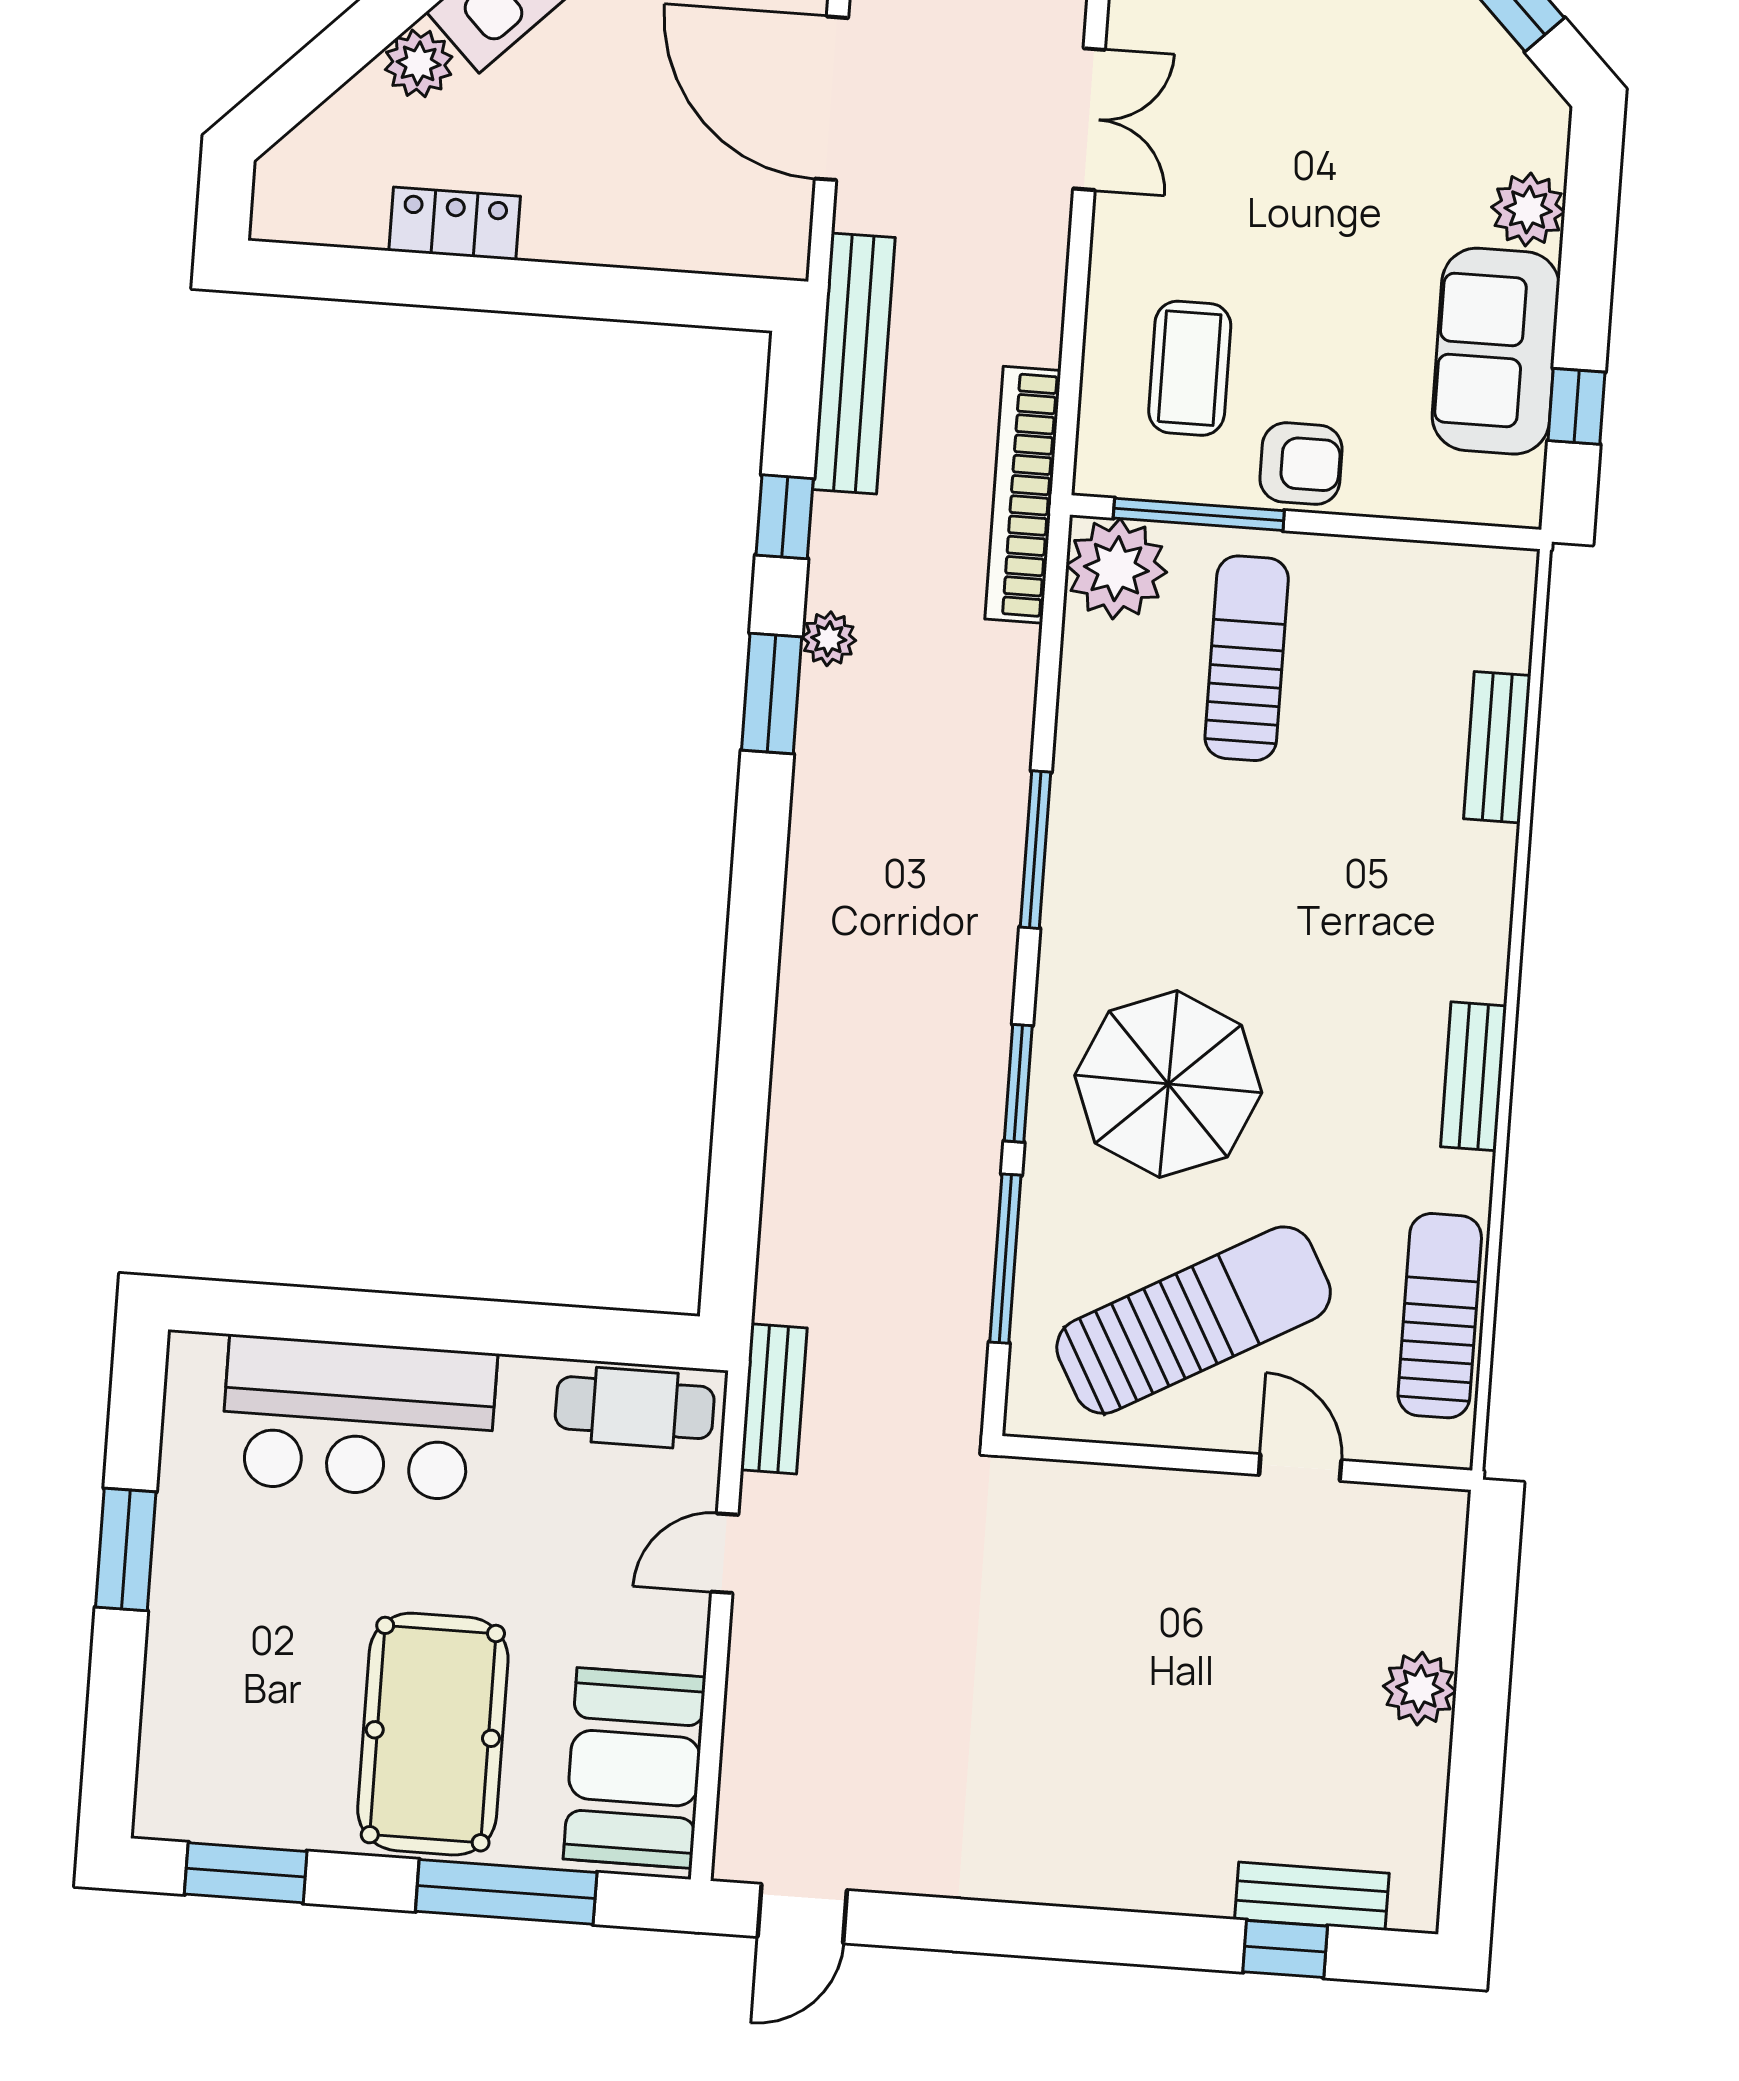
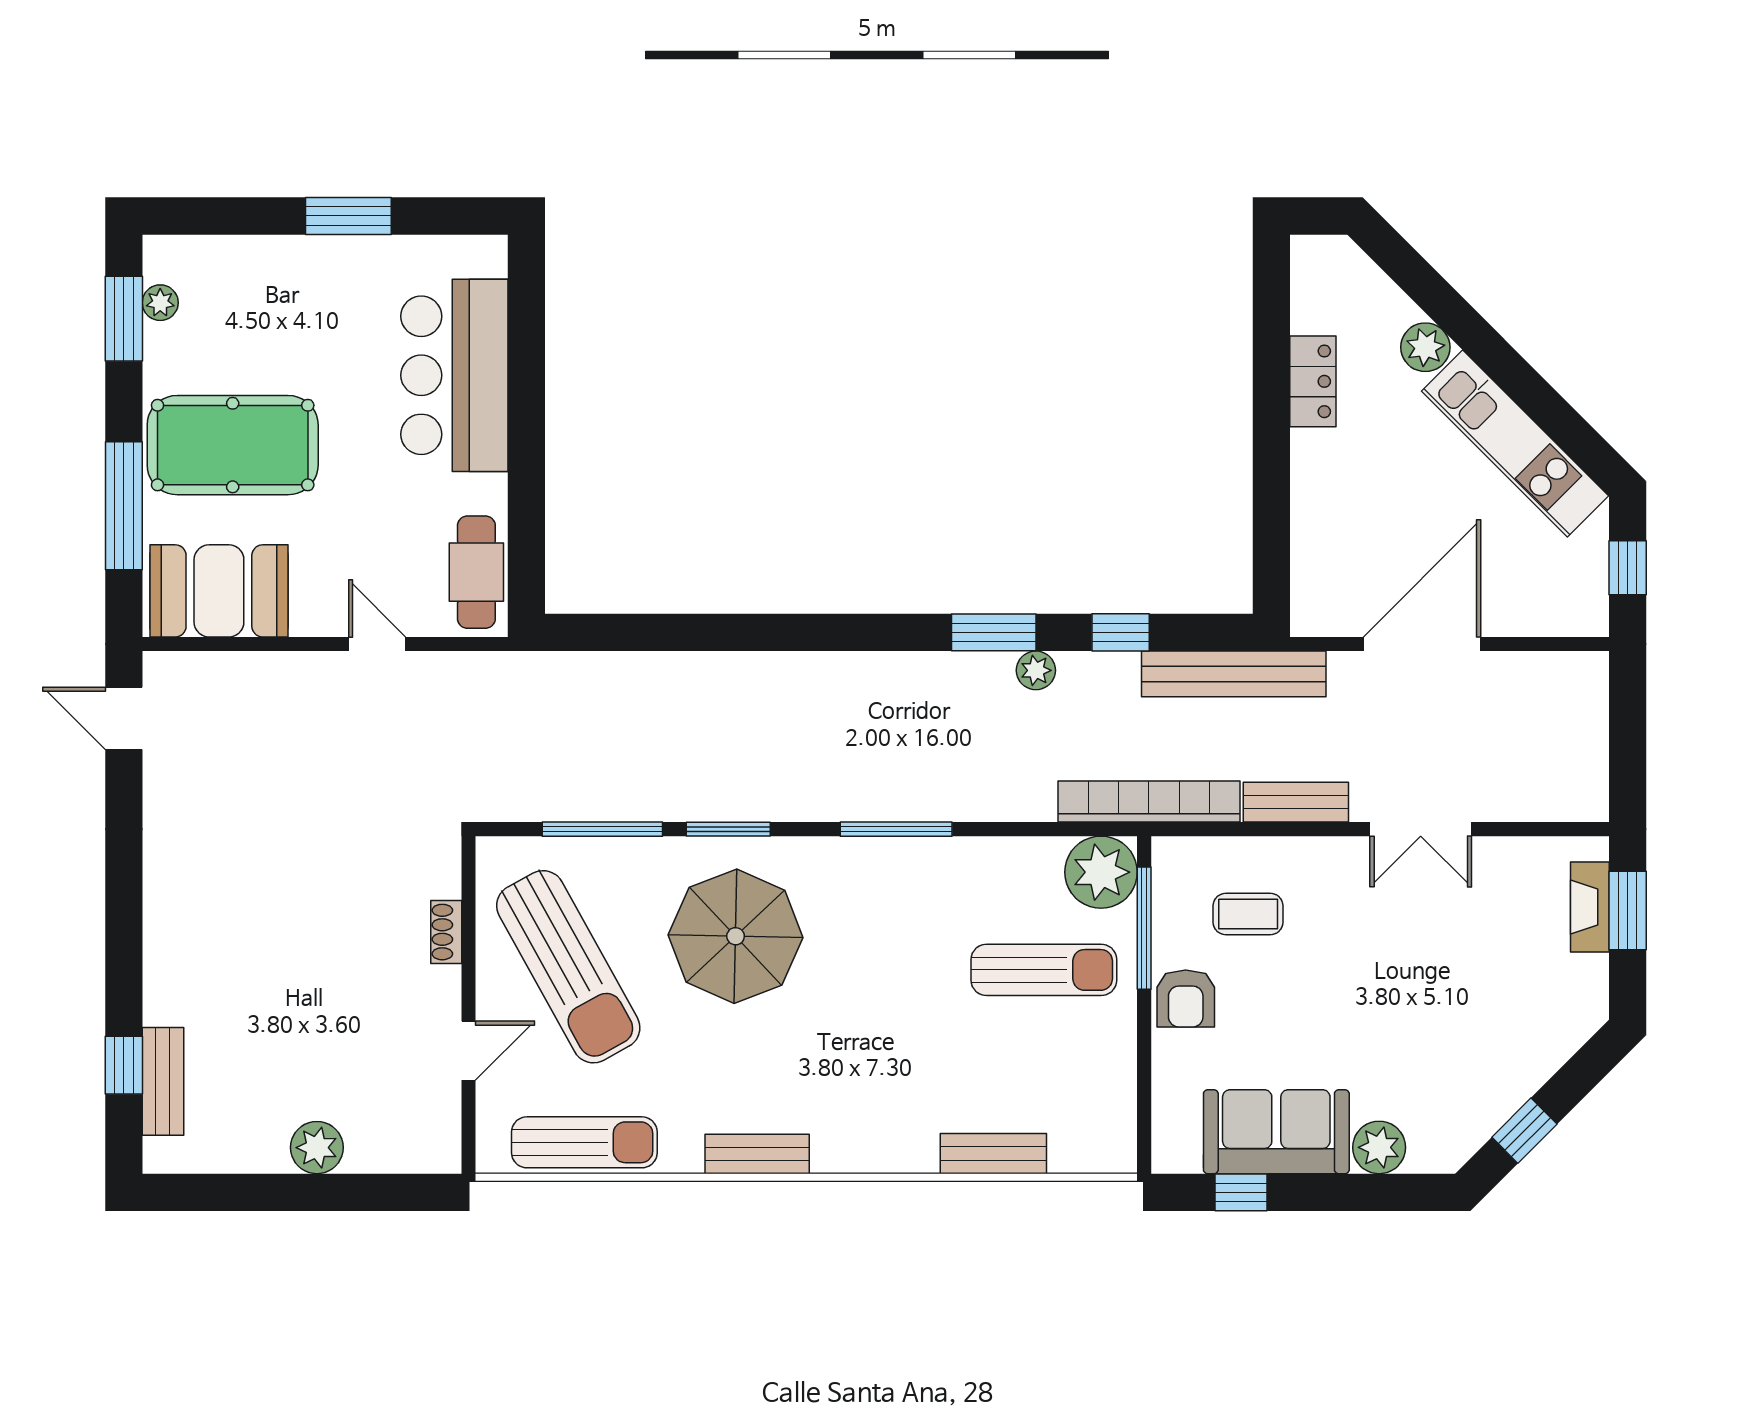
coffee table: (1190, 368) -> (1248, 914), width x0.73, depth x0.77
bench: (774, 1399) -> (1296, 802), moved
shoe rack: (1133, 1486) -> (446, 932), added
plant: (227, 1820) -> (160, 303), added

